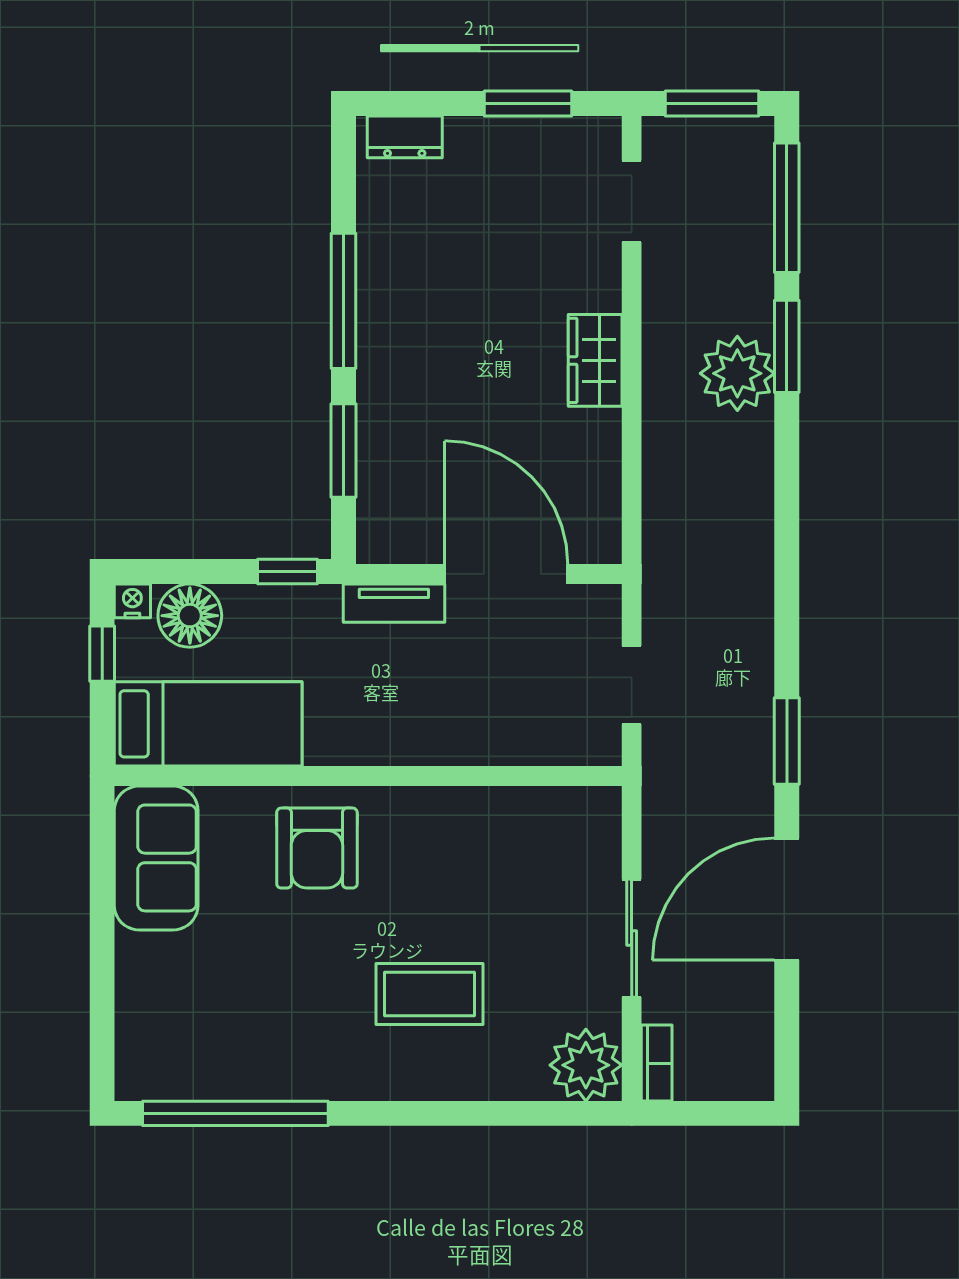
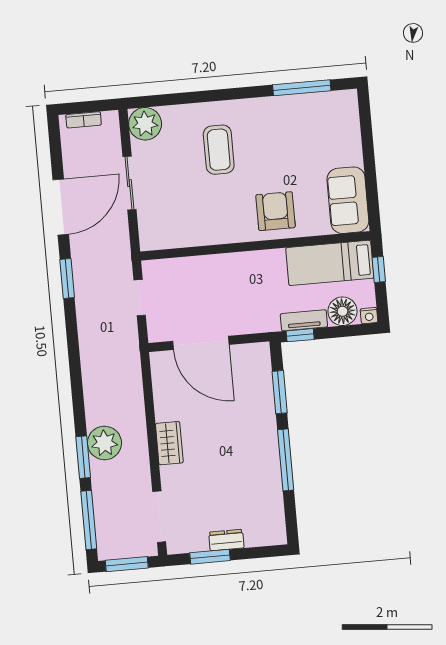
dresser: (405, 137) -> (226, 540), moved
doorway: (632, 201) -> (159, 517), width x1.38
tv unit: (394, 603) -> (304, 320), moved
window: (102, 654) -> (379, 270), moved
coffee table: (429, 994) -> (219, 150), turned 90
bookcase: (657, 1063) -> (84, 120), moved, turned -90
window: (235, 1113) -> (302, 88), width x0.68

